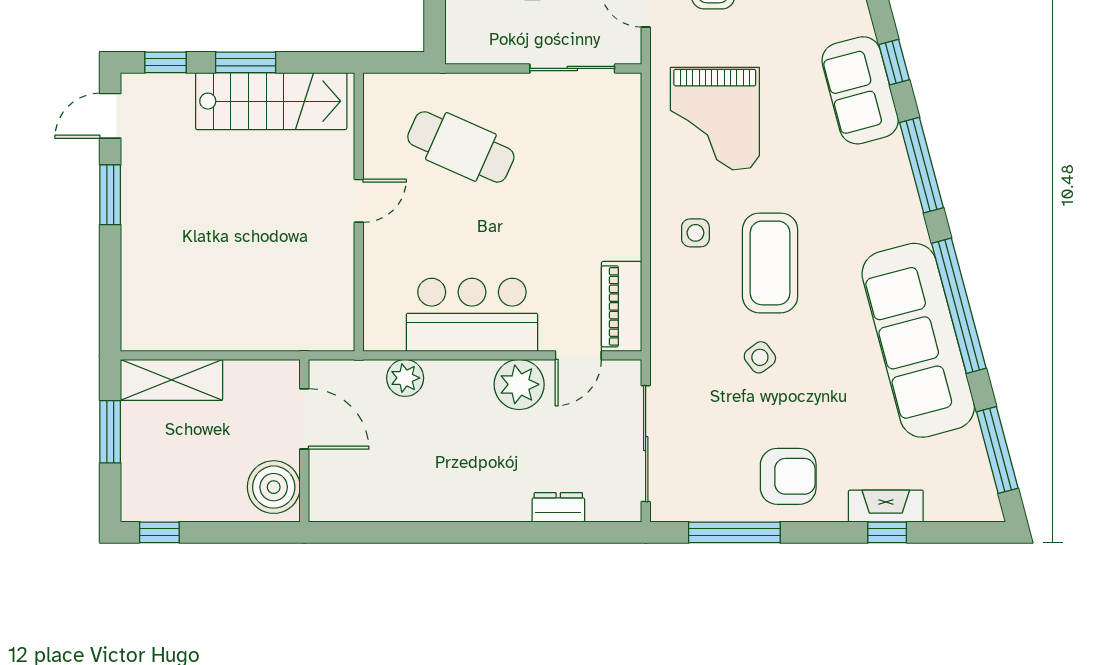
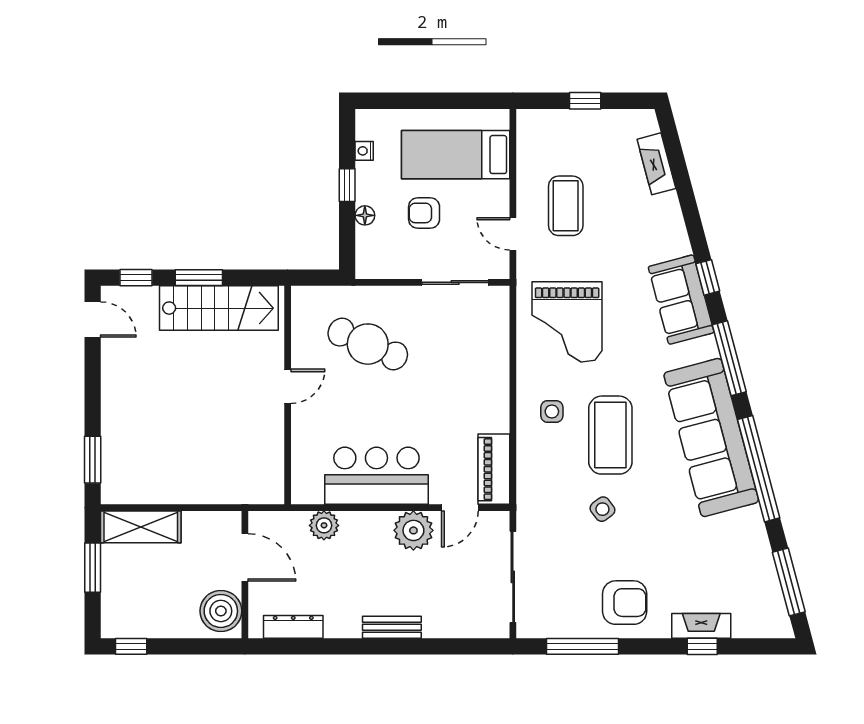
door: (110, 116) -> (93, 320), swing flipped
window: (110, 195) -> (93, 460), moved
sofa: (918, 340) -> (711, 437), moved
dresser: (558, 507) -> (293, 627), moved, width x1.44
bench: (492, 508) -> (392, 627), added

